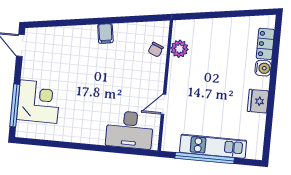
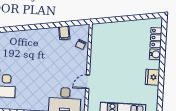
filing cabinet: (105, 33) -> (64, 33), moved
plant: (179, 49) -> (97, 43), removed

